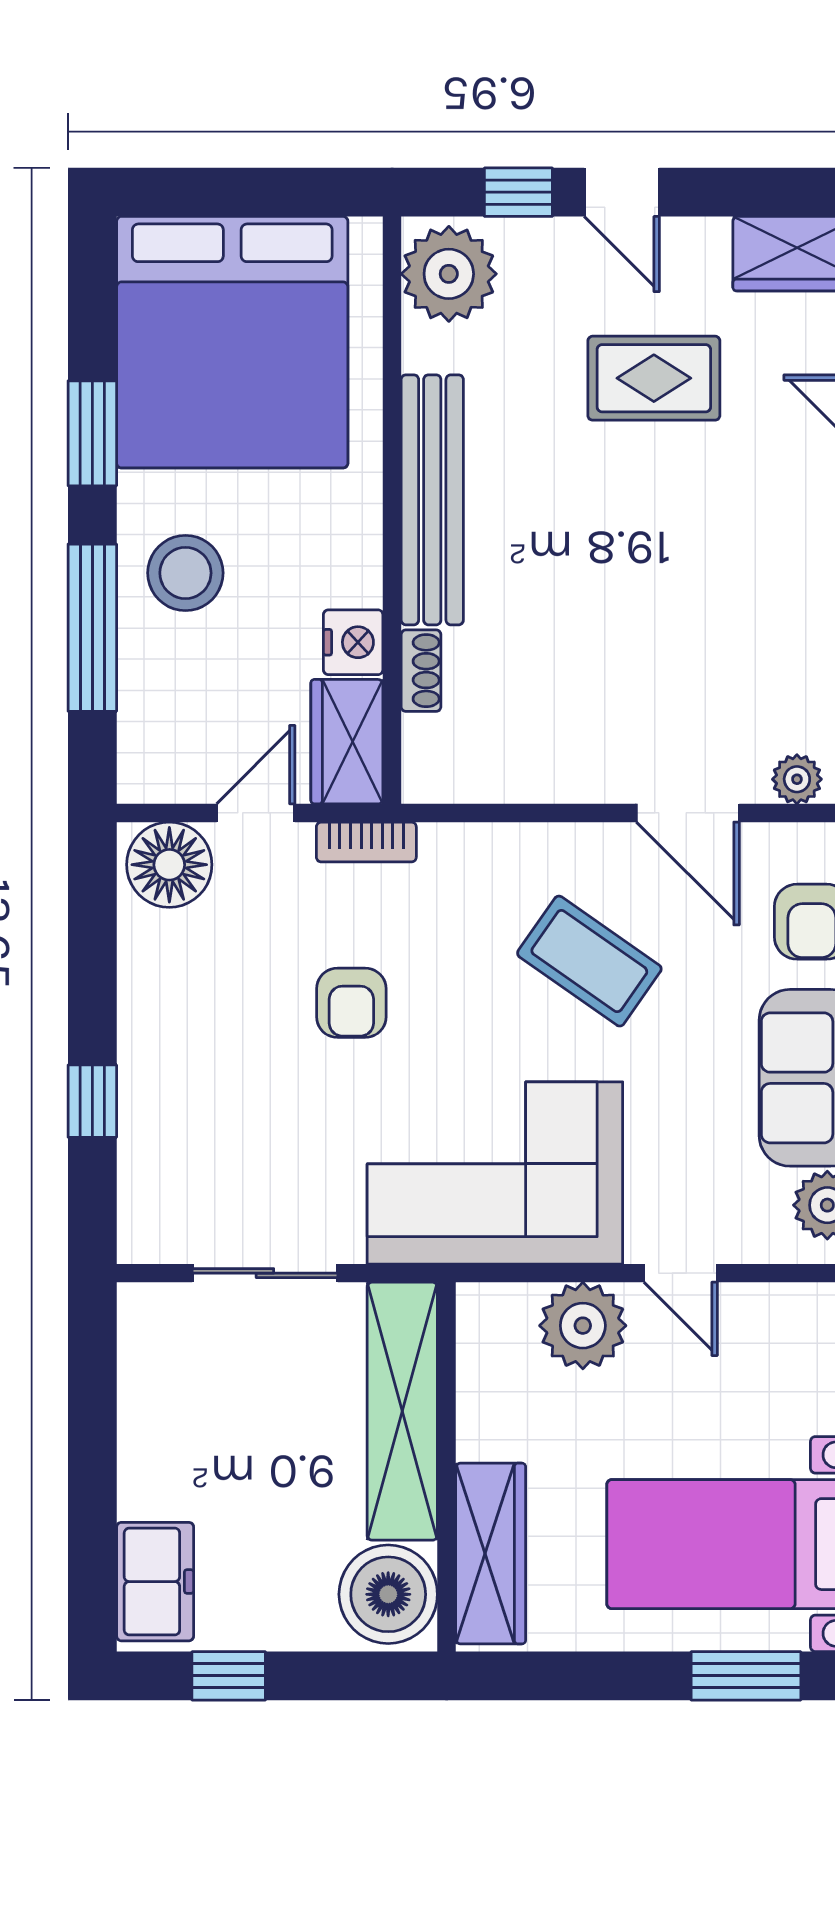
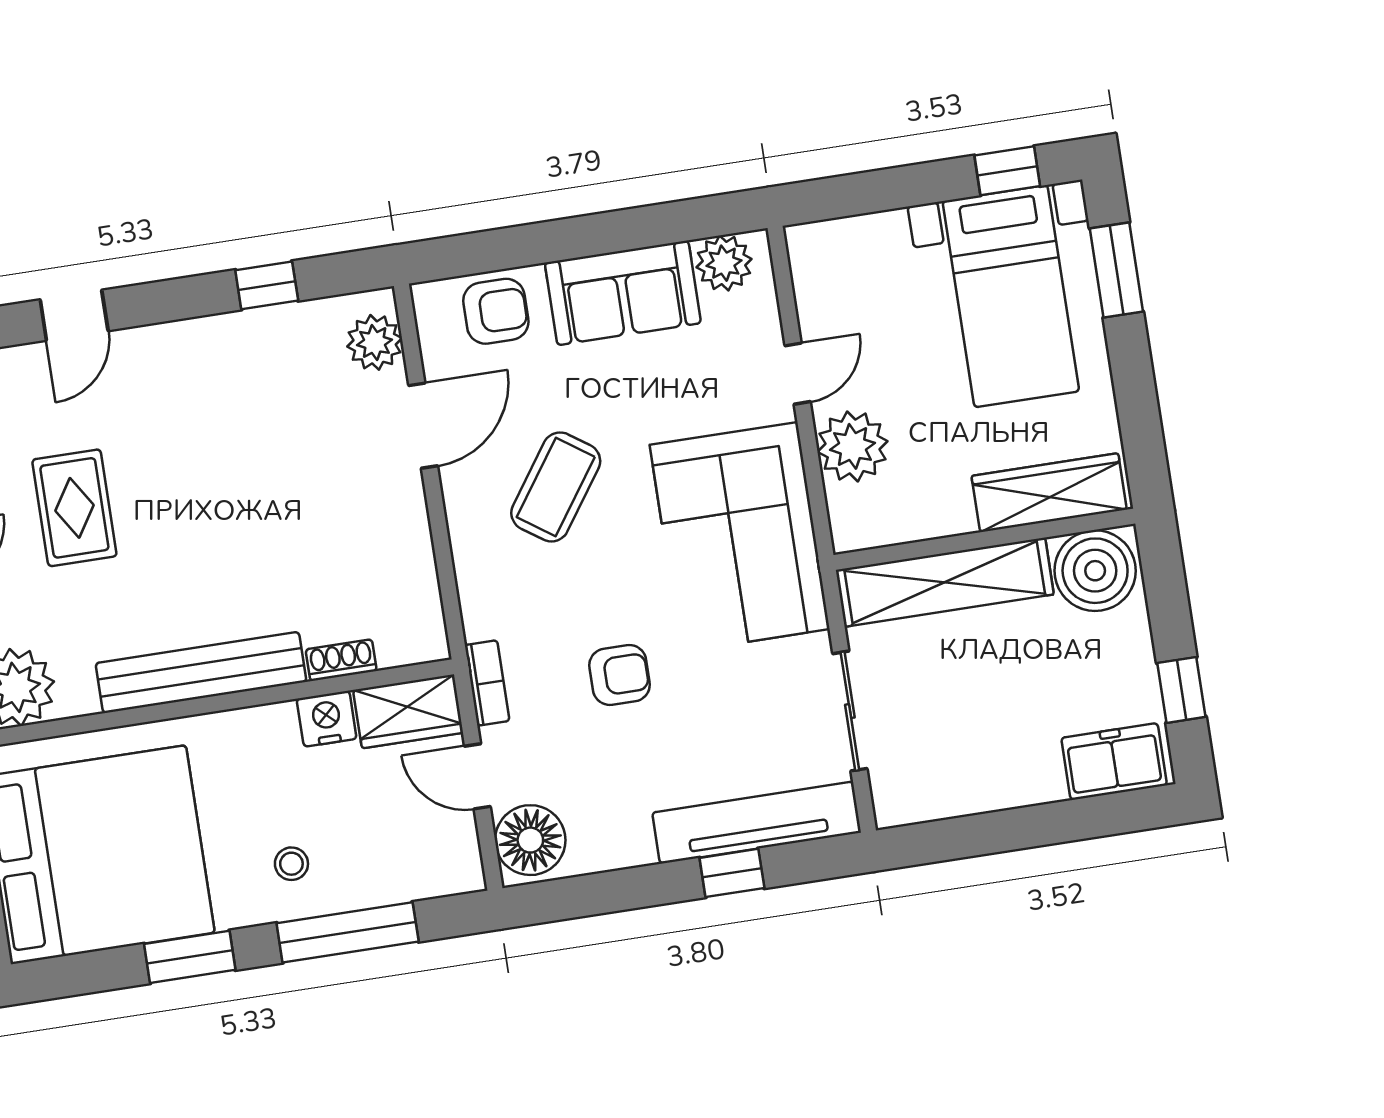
stool: (185, 573) -> (291, 864), width x0.53, depth x0.53
plant: (797, 779) -> (375, 342), width x1.38, depth x1.38
tv unit: (148, 1140) -> (757, 823), added

